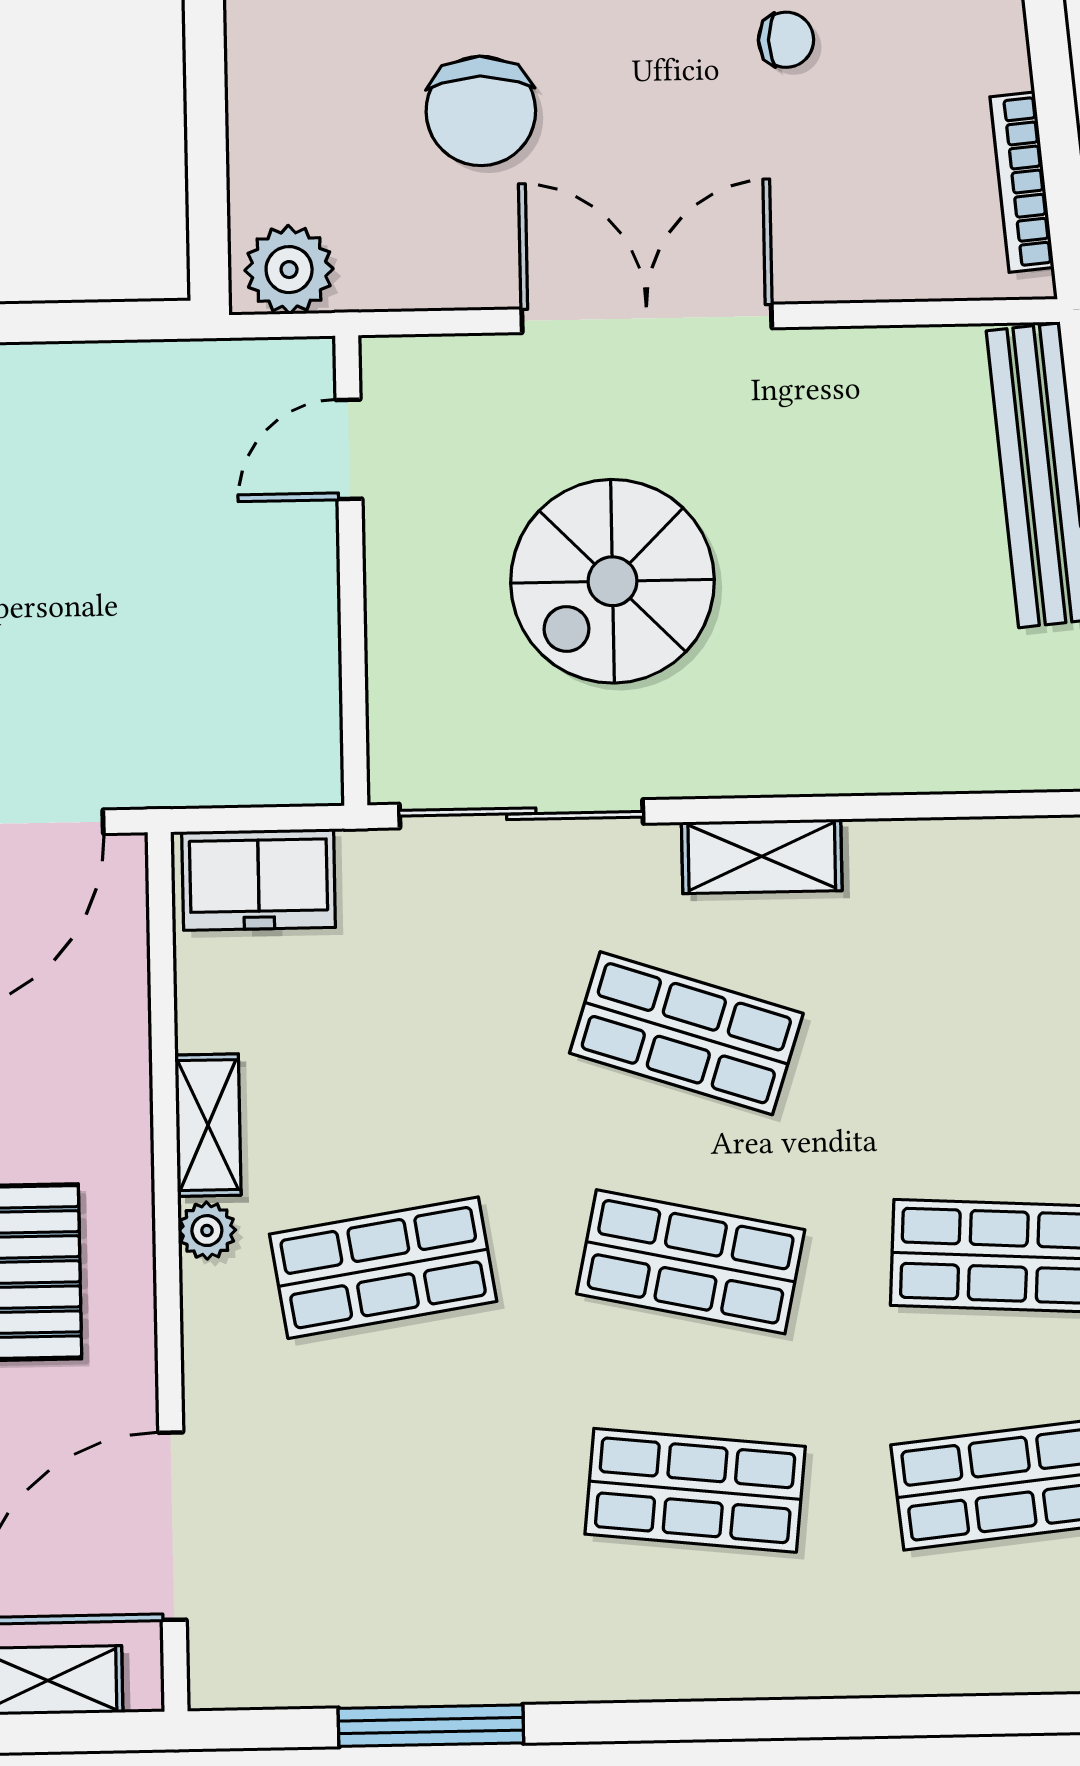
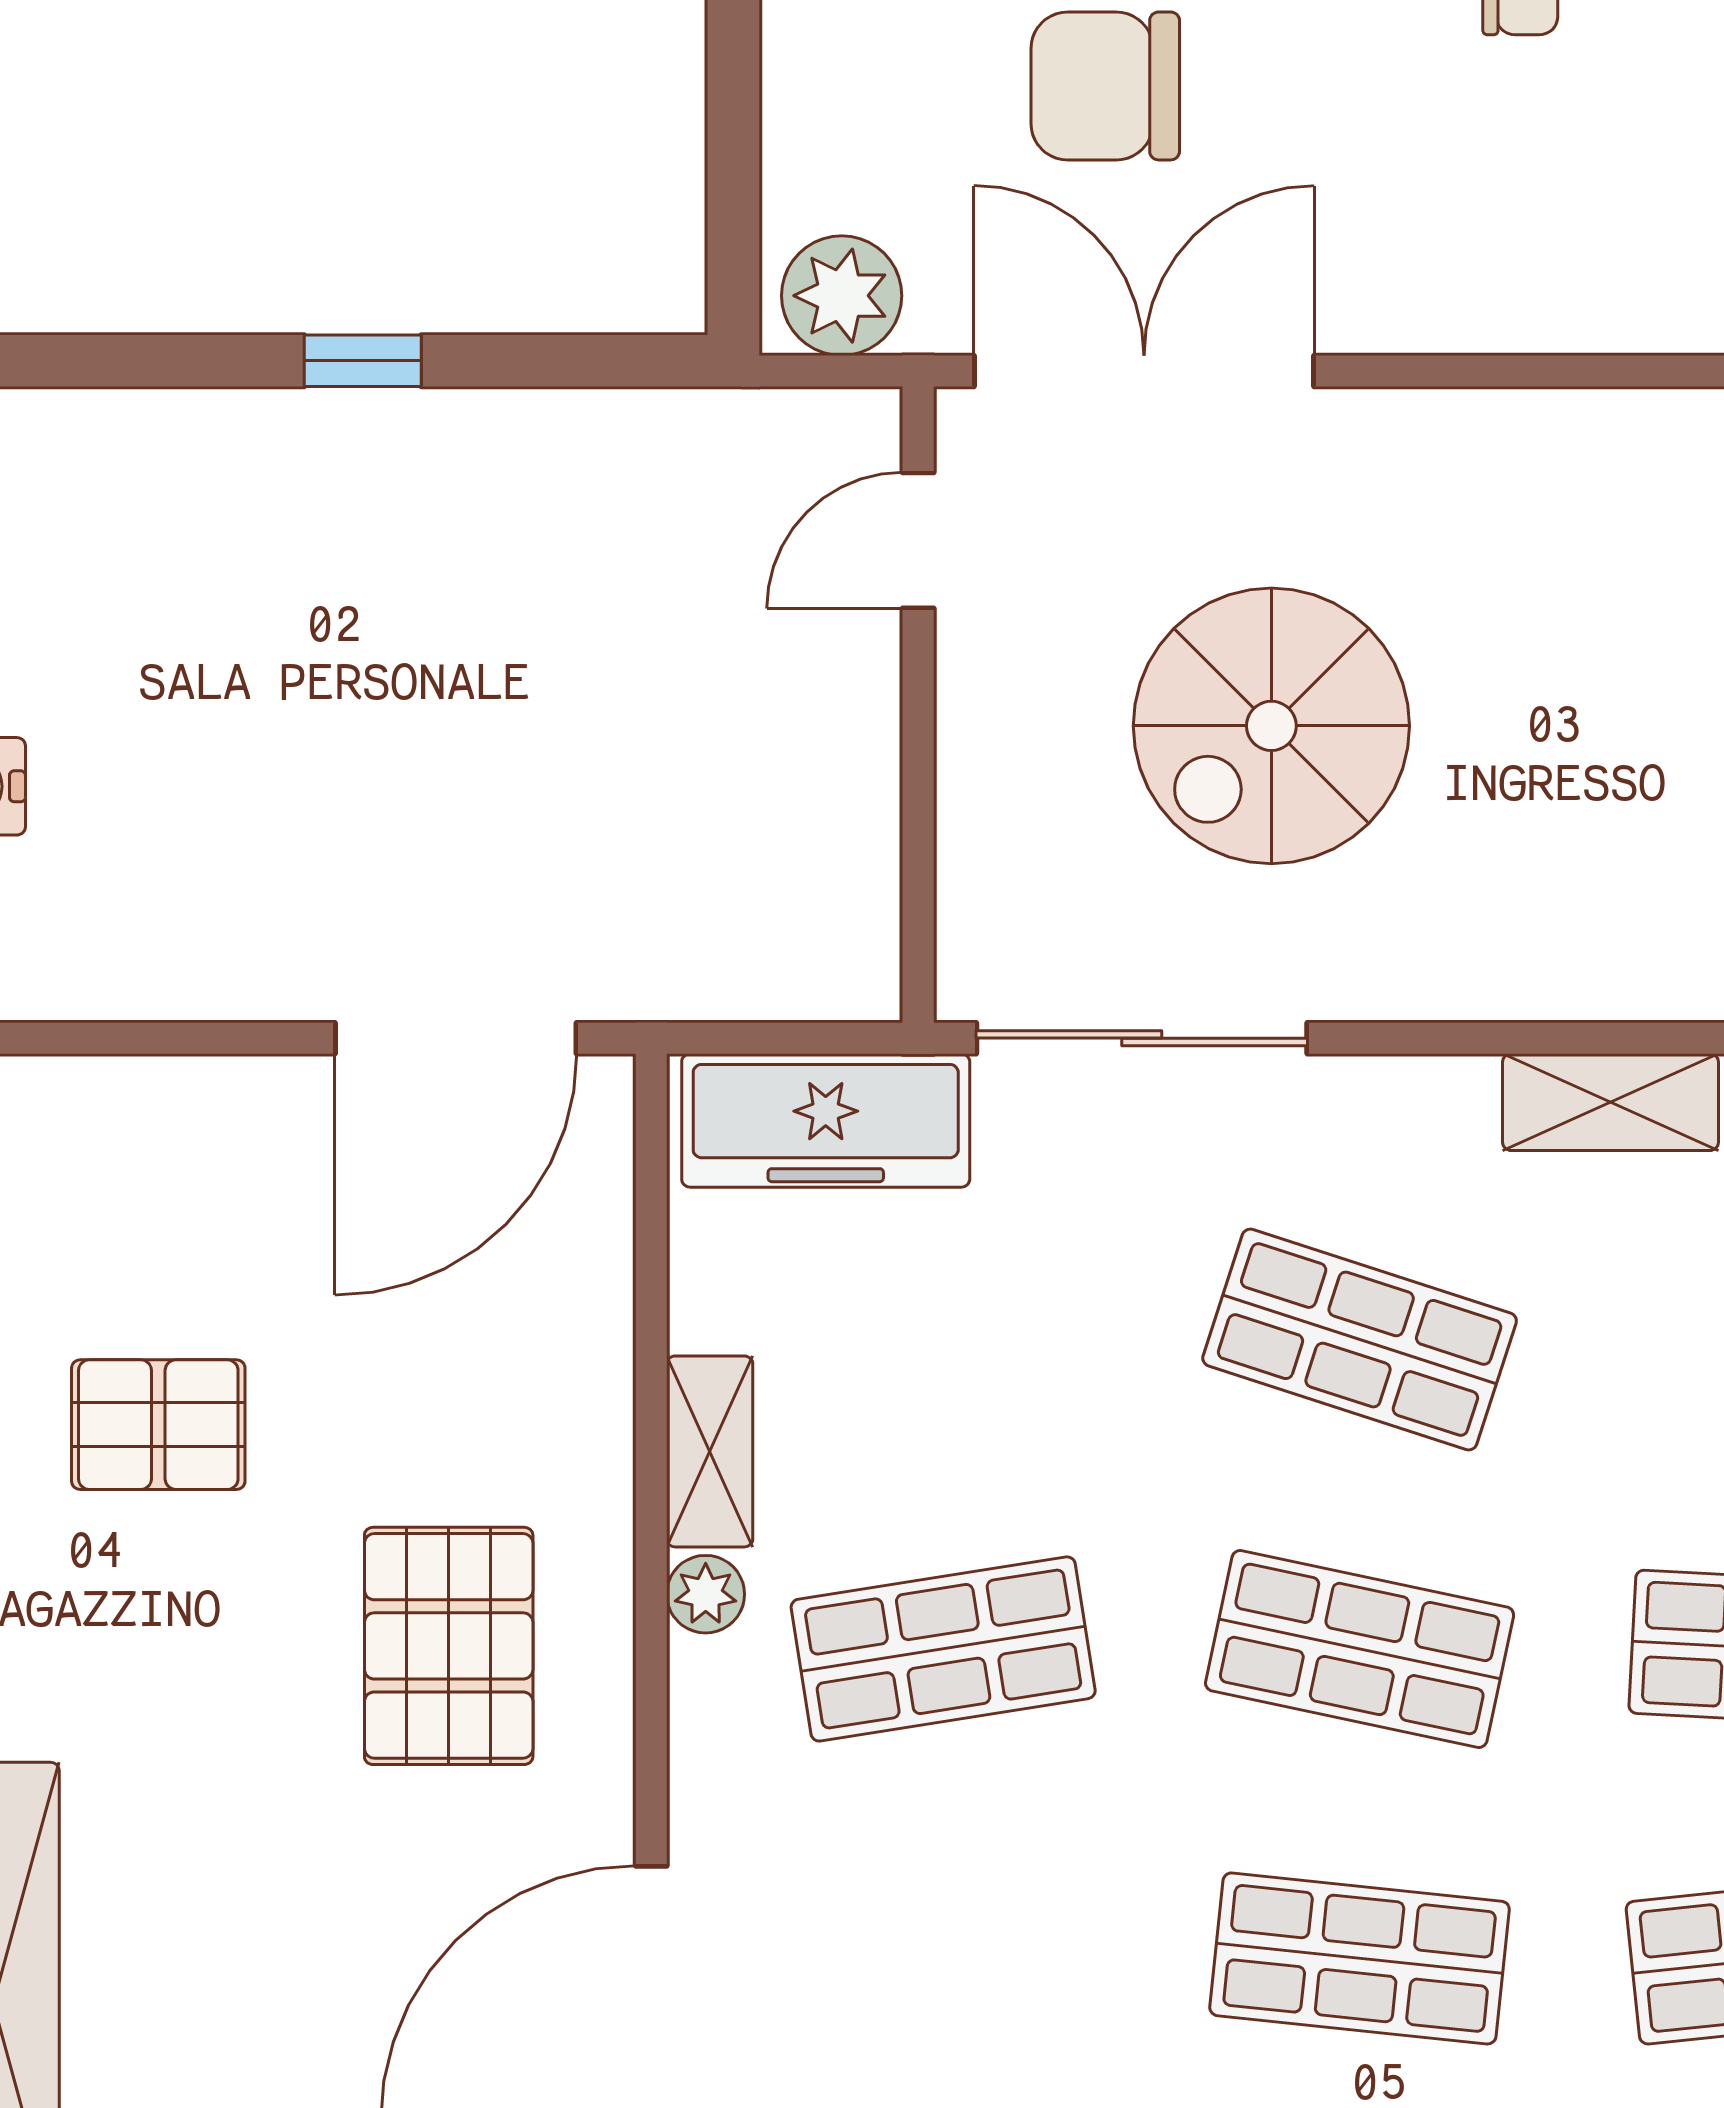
chair: (481, 111) -> (1105, 86), turned 90
double door: (647, 318) -> (1144, 371), moved
shelving: (762, 856) -> (1610, 1102), moved
freezer: (259, 880) -> (826, 1120), width x1.40

